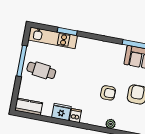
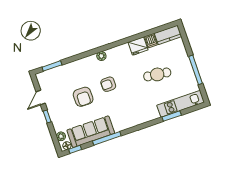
cafe table: (41, 70) -> (157, 74), moved
dishwasher: (75, 116) -> (151, 41), moved
plant: (111, 124) -> (101, 56), moved

